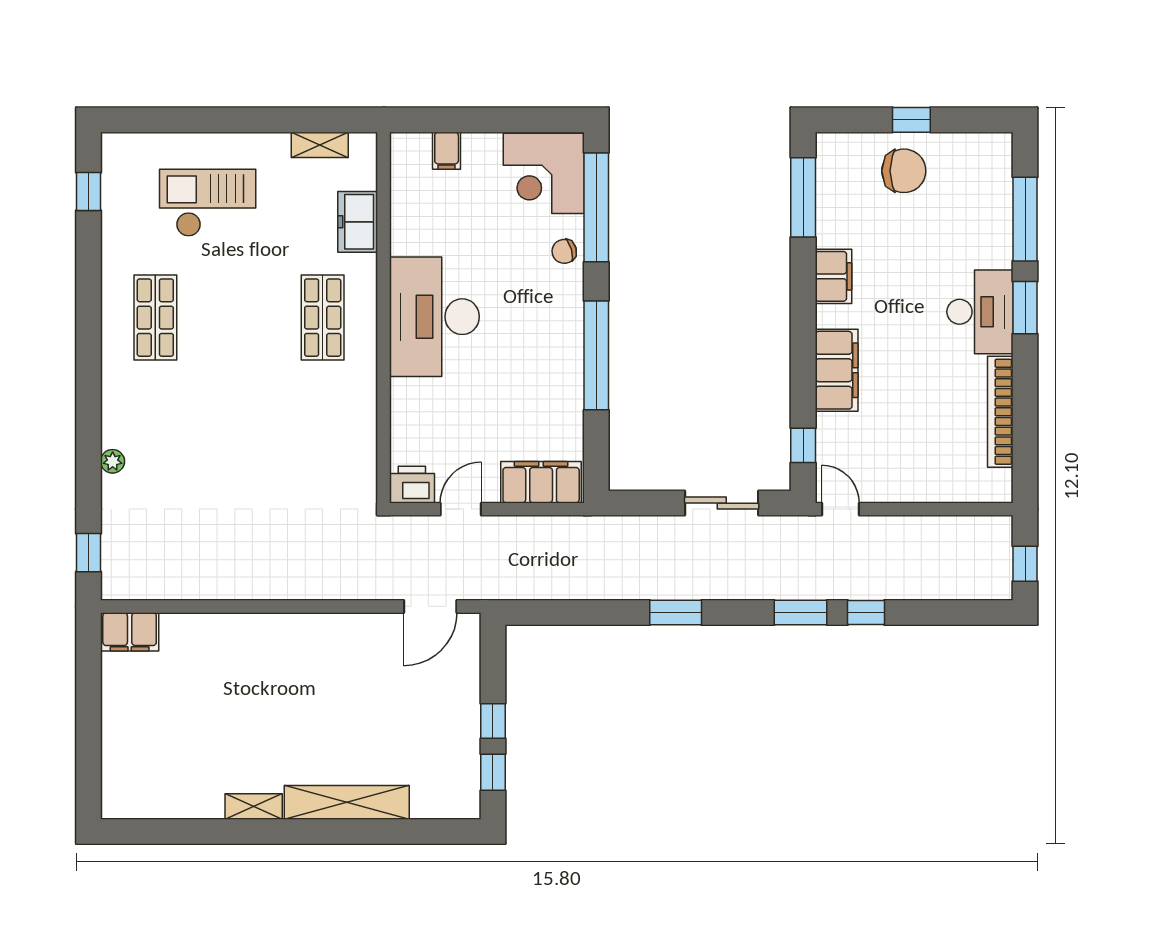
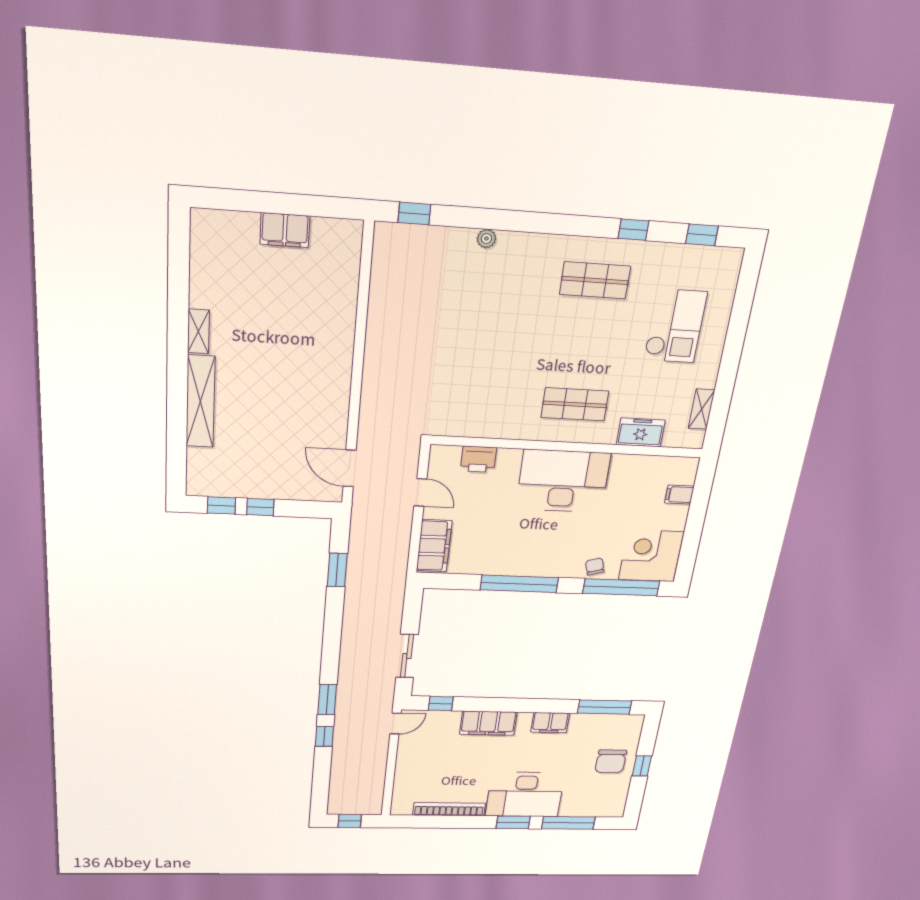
window: (88, 280) -> (633, 230), added
desk: (980, 312) -> (525, 795), width x1.36, depth x1.30
printer: (412, 485) -> (478, 459), moved, turned 90
window: (676, 613) -> (337, 570), moved
filing cabinet: (130, 632) -> (285, 230), moved, turned -90

